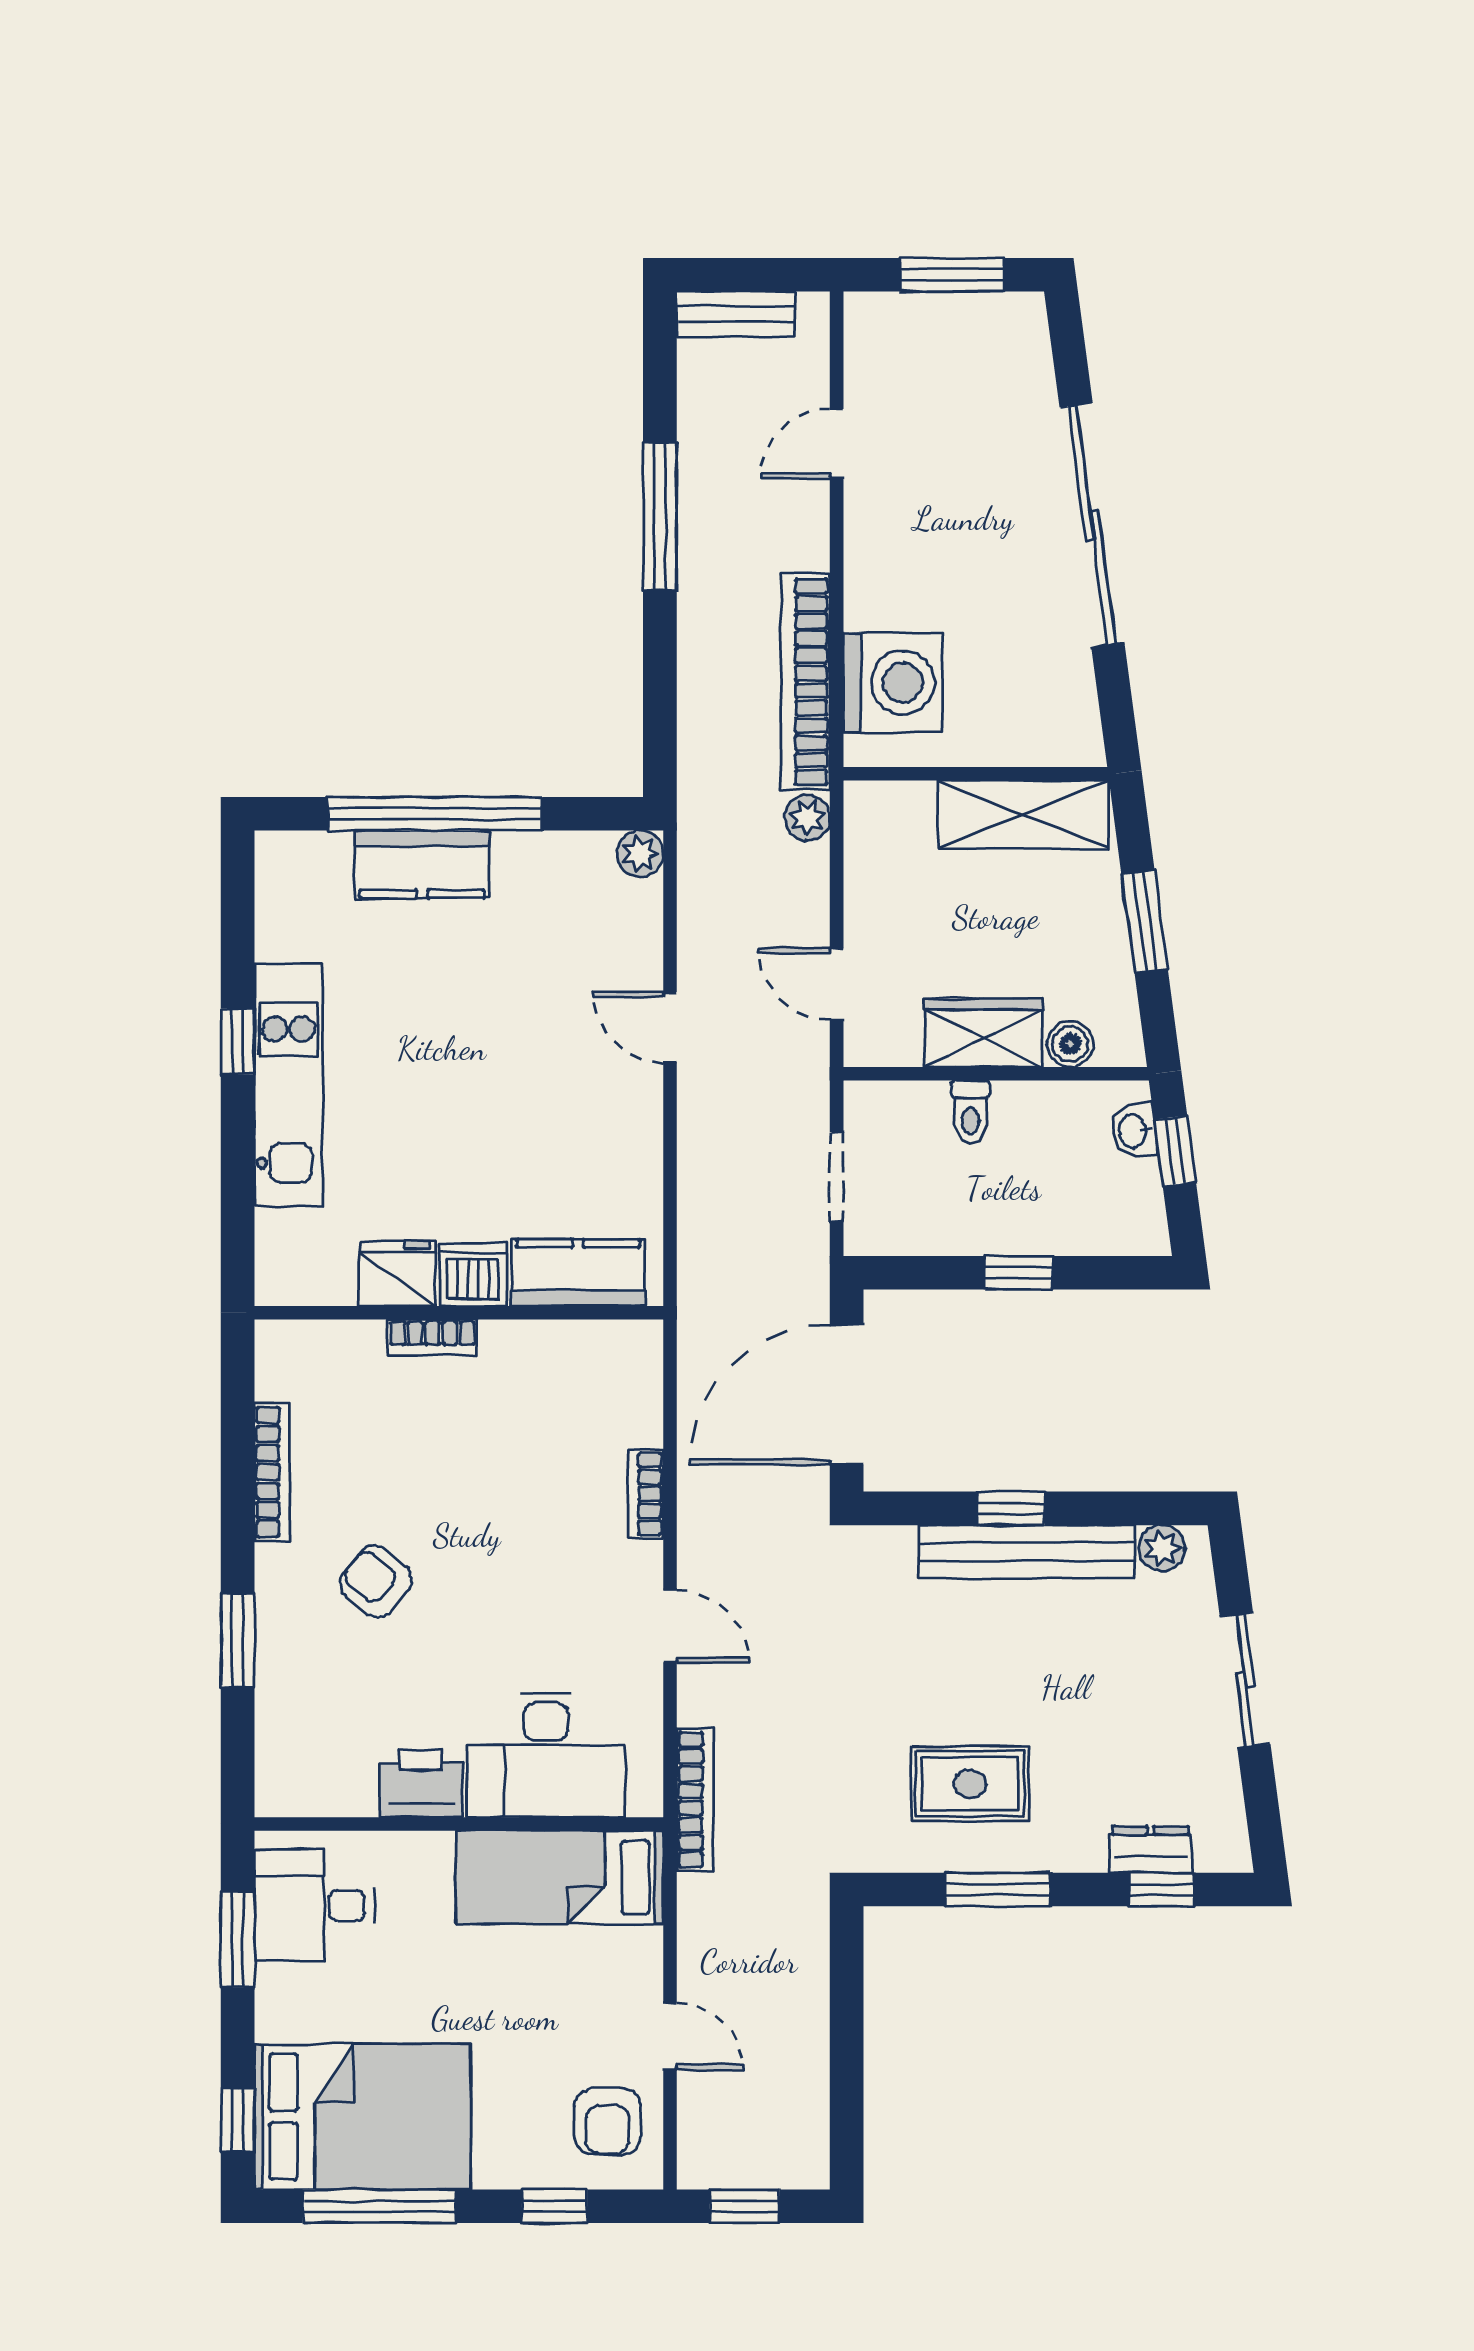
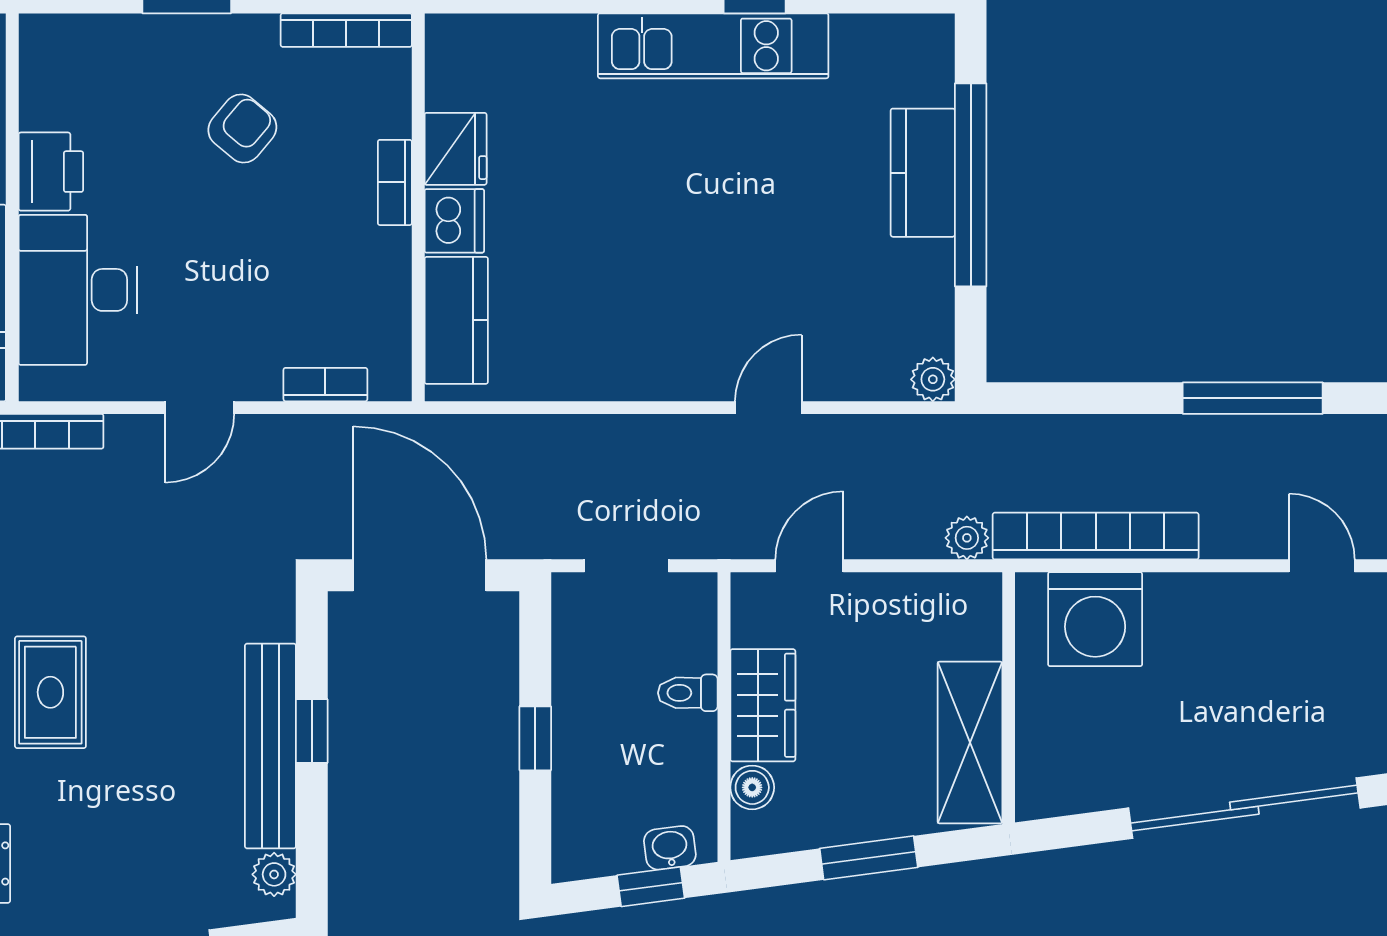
fridge: (397, 1273) -> (456, 149), moved
kitchen counter: (578, 1273) -> (456, 320), moved
dishwasher: (473, 1275) -> (454, 221), moved
wall: (459, 1313) -> (418, 207), moved
bookcase: (433, 1337) -> (395, 182), moved

